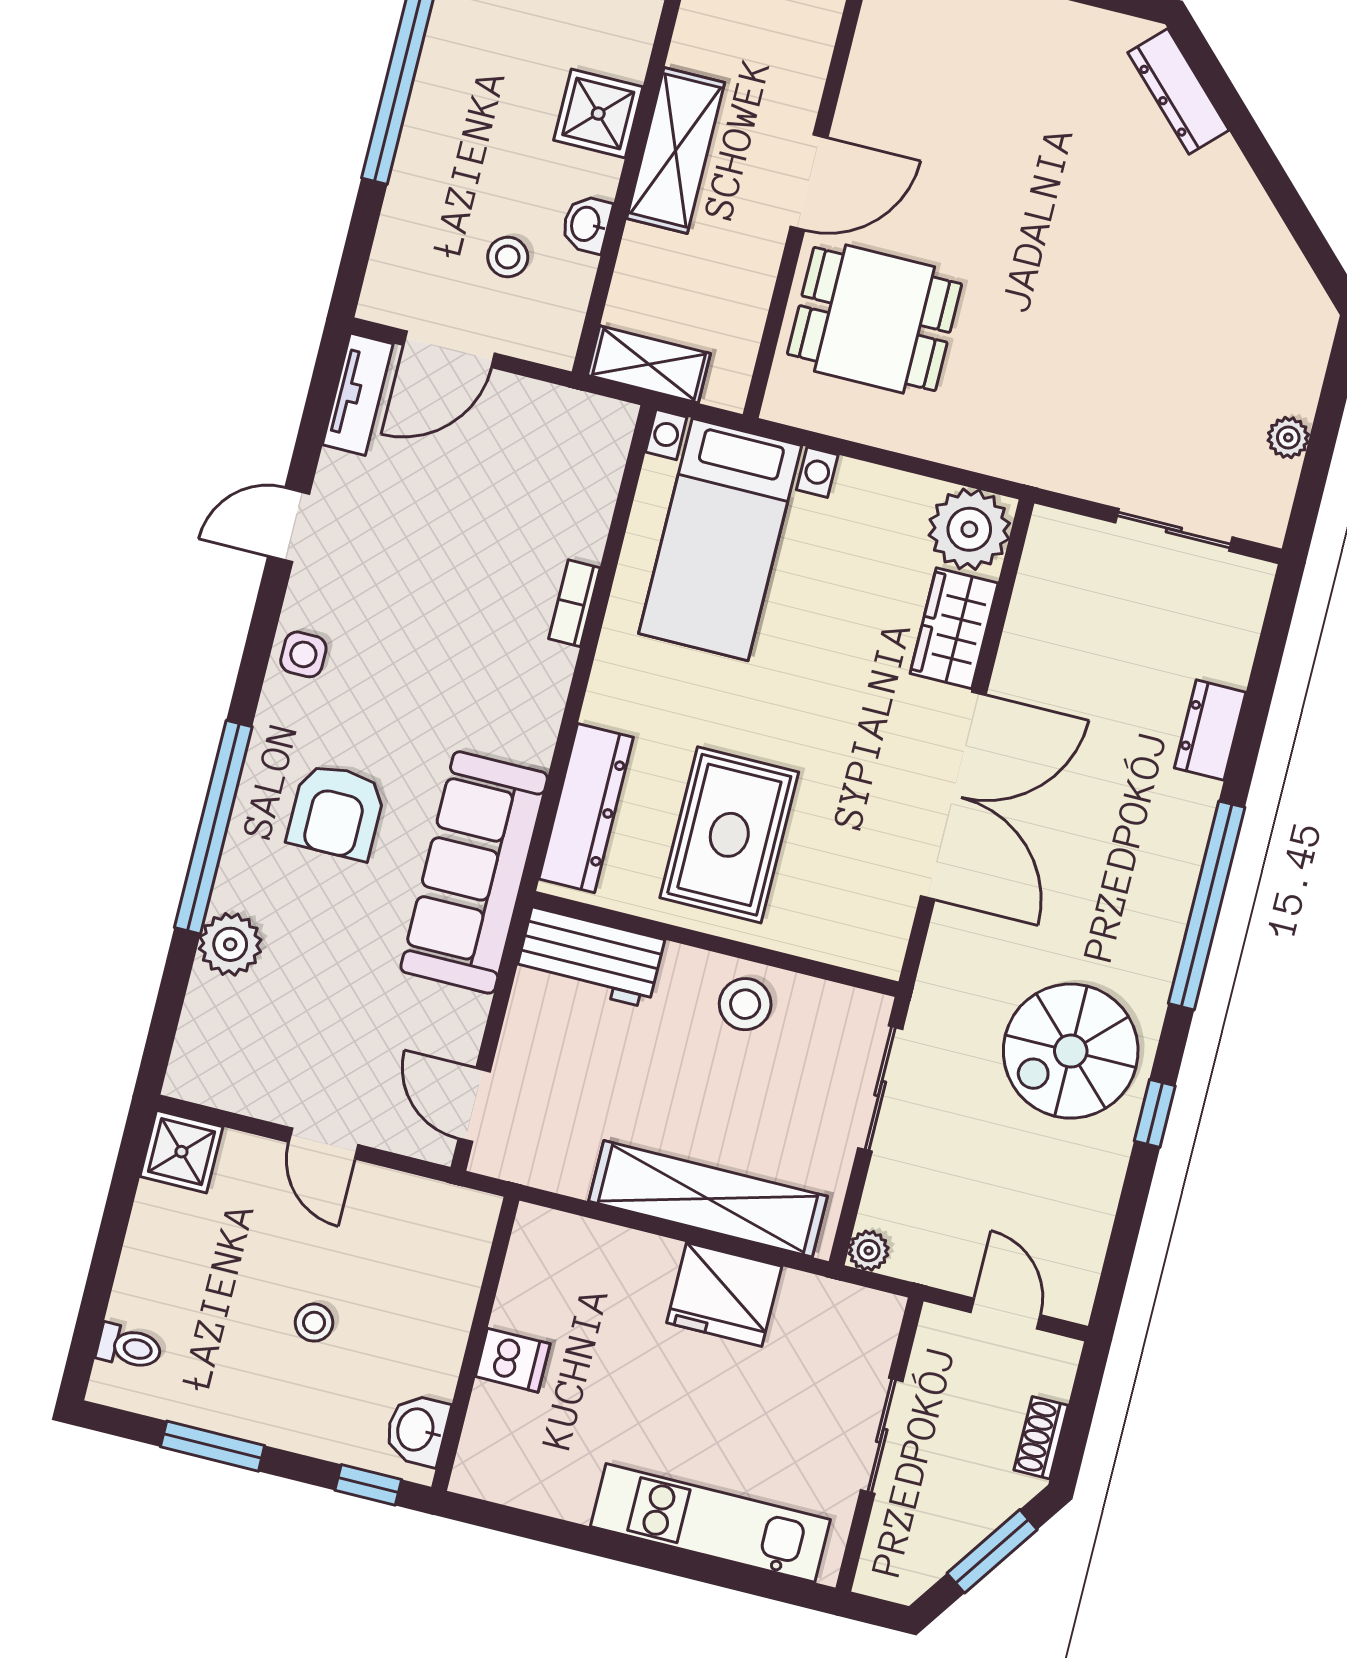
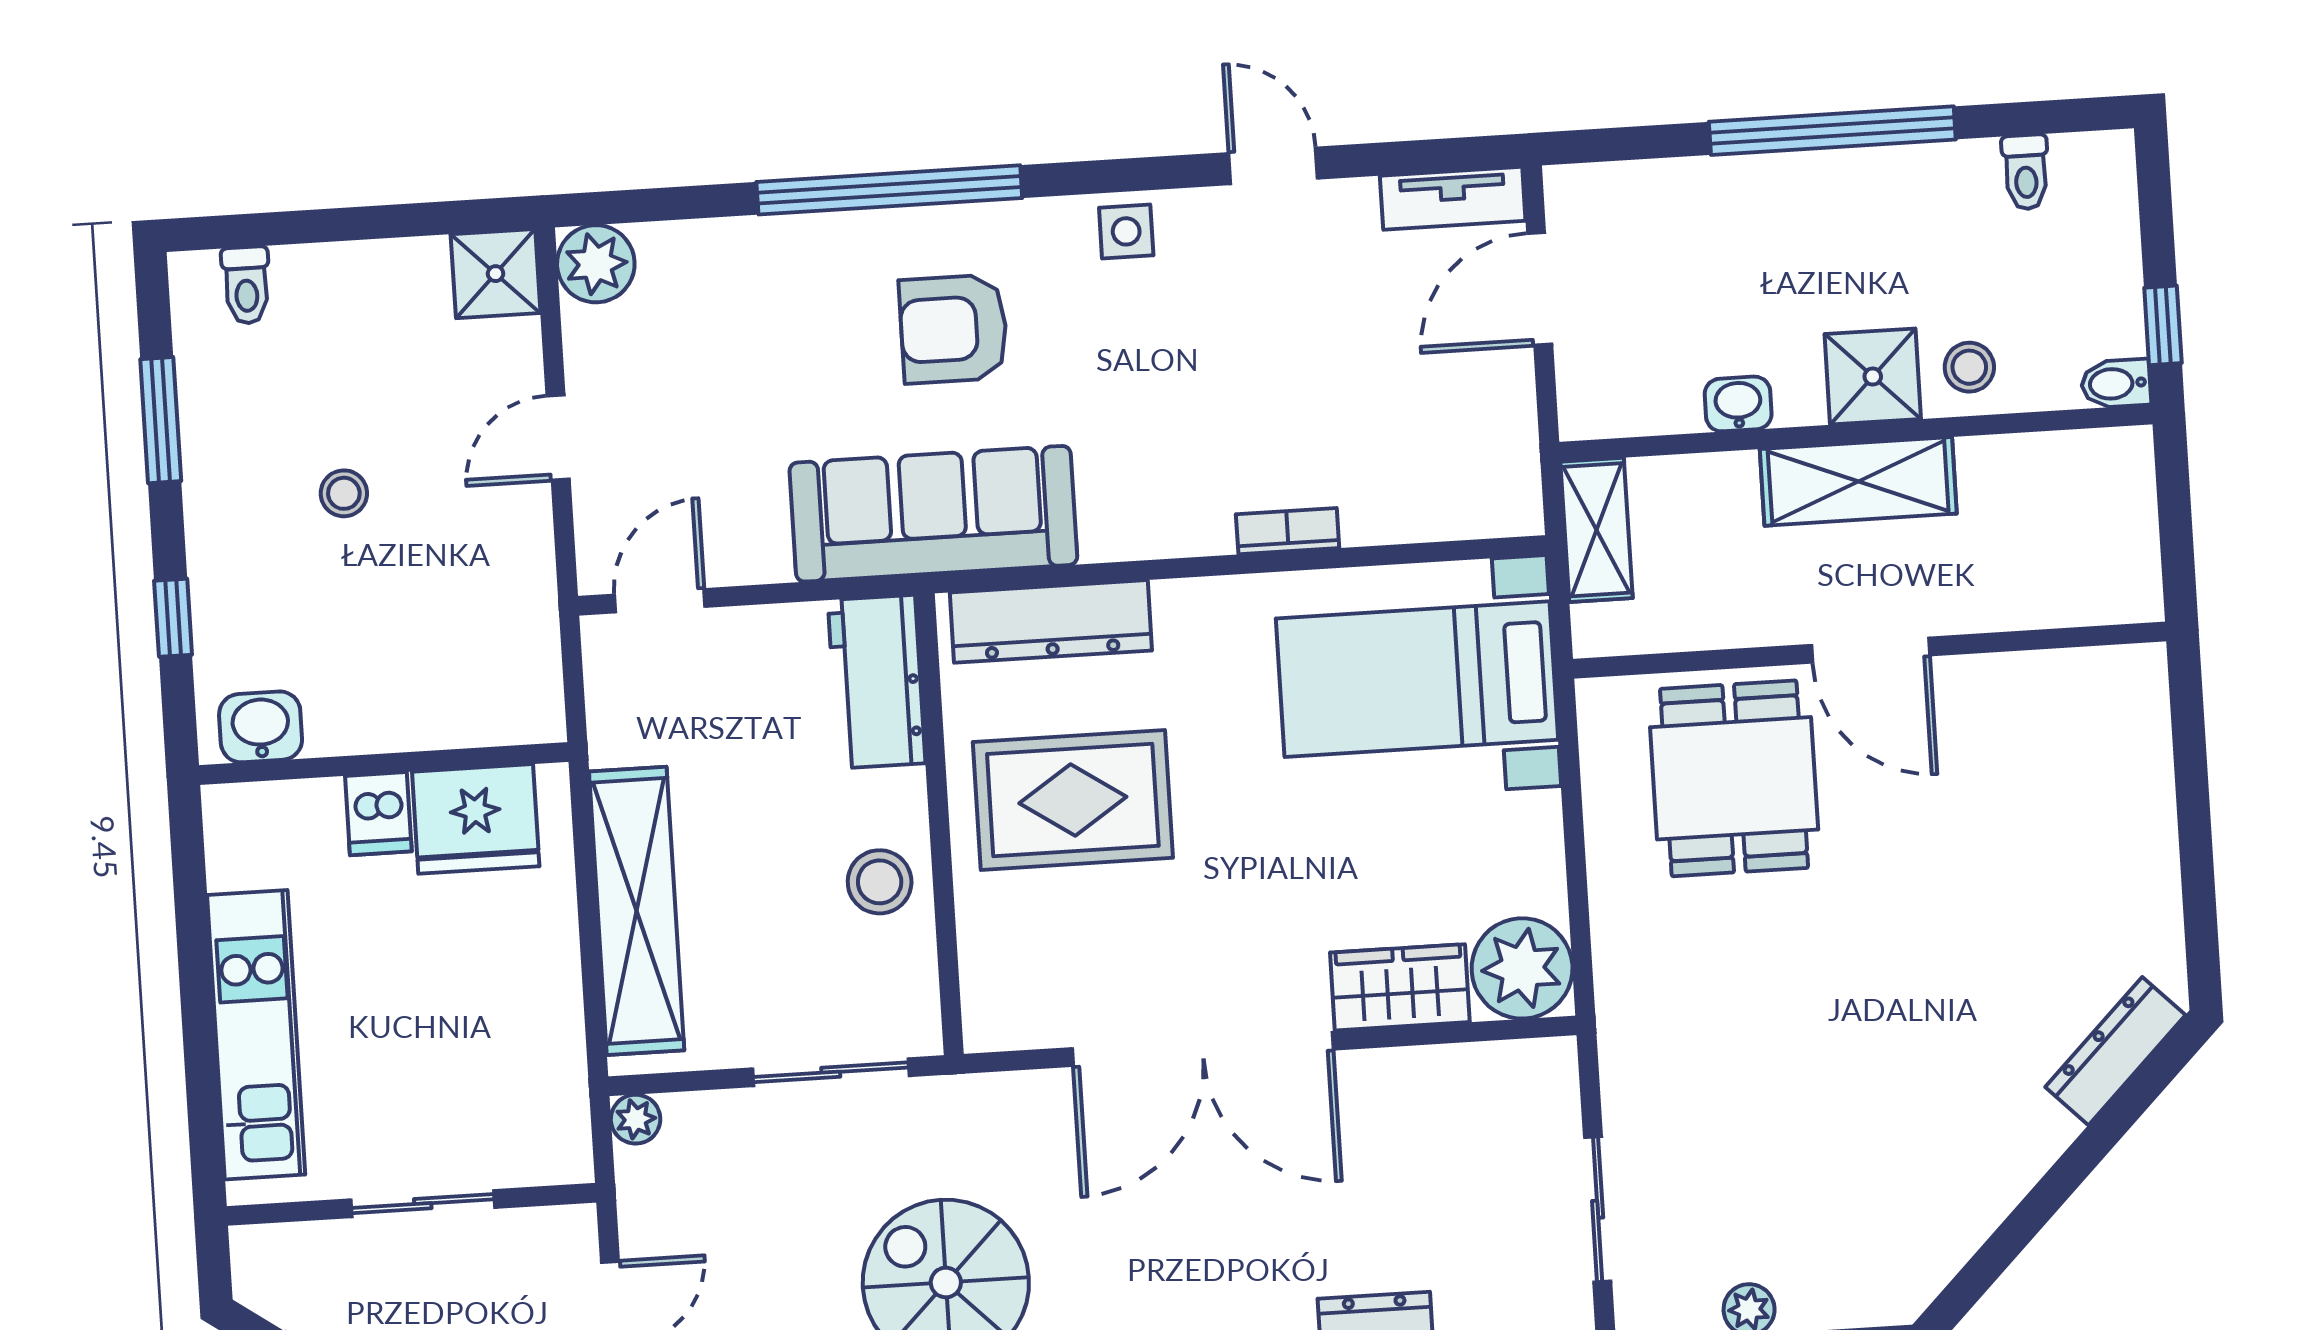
stool: (508, 257) -> (1969, 367), moved
door: (449, 349) -> (1540, 289), hinge flipped
plant: (230, 944) -> (596, 264), moved
fridge: (724, 1295) -> (476, 819), moved, turned -90
wall: (475, 1344) -> (384, 763), moved
dishwasher: (513, 1360) -> (378, 814), moved
washbasin: (417, 1430) -> (261, 727), moved

